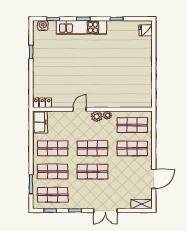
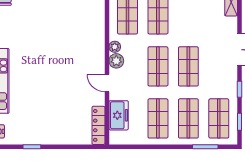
locker: (42, 103) -> (98, 125), width x1.53
freezer: (40, 122) -> (119, 115), moved, turned 90

